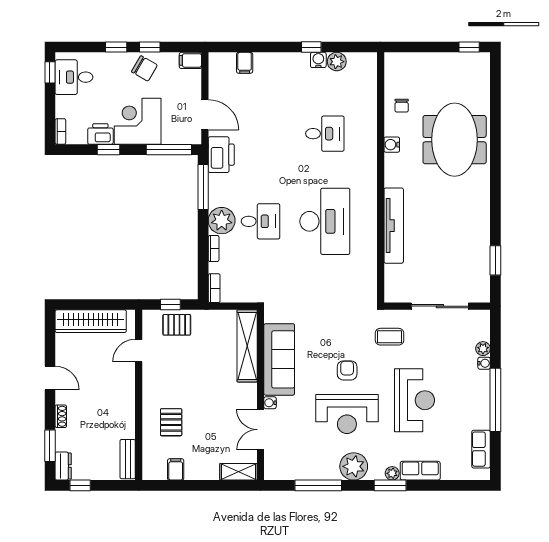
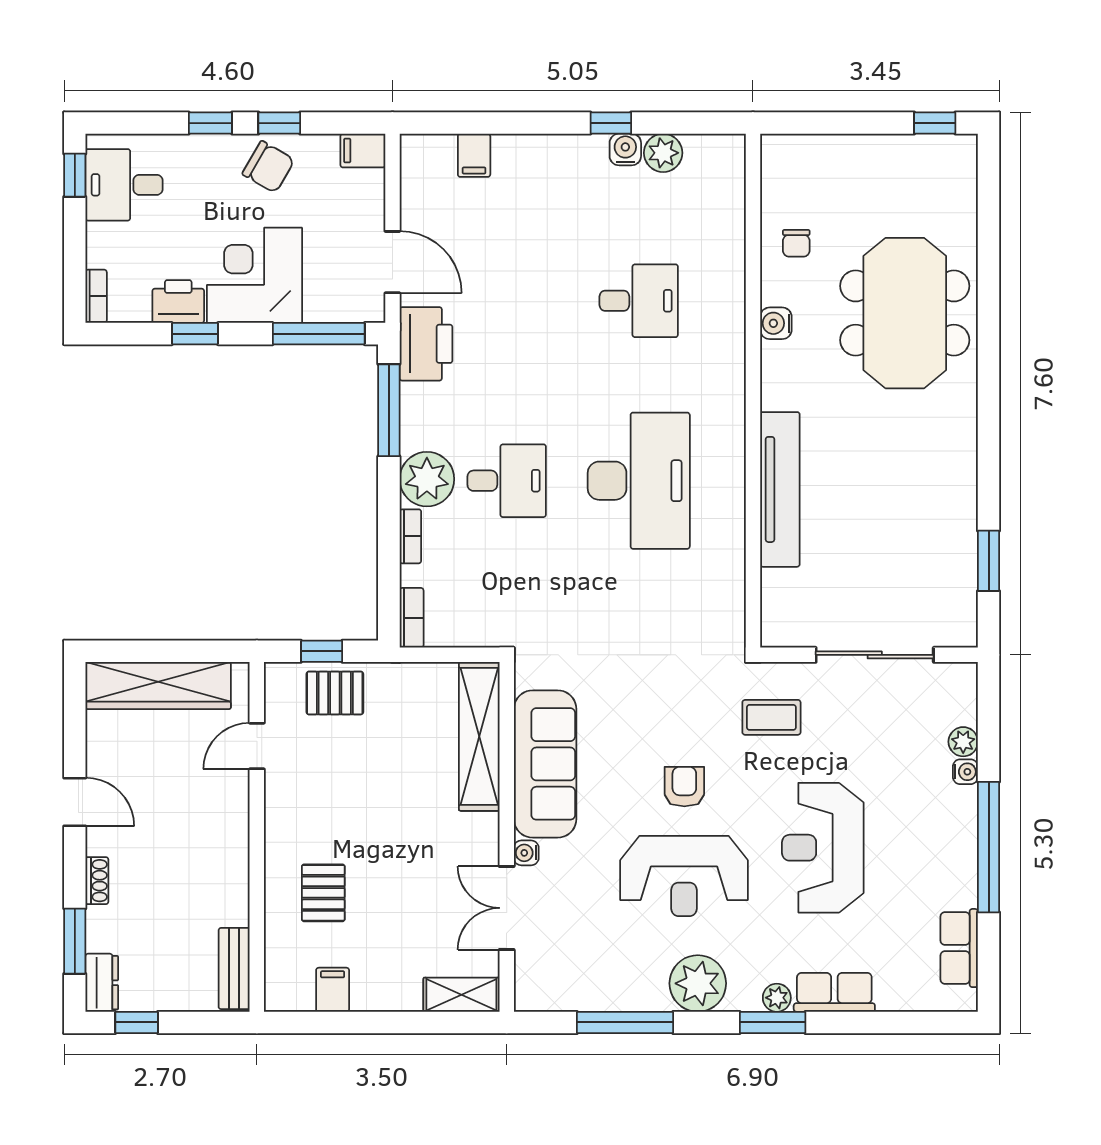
reception desk: (415, 400) -> (823, 848), turned 180

